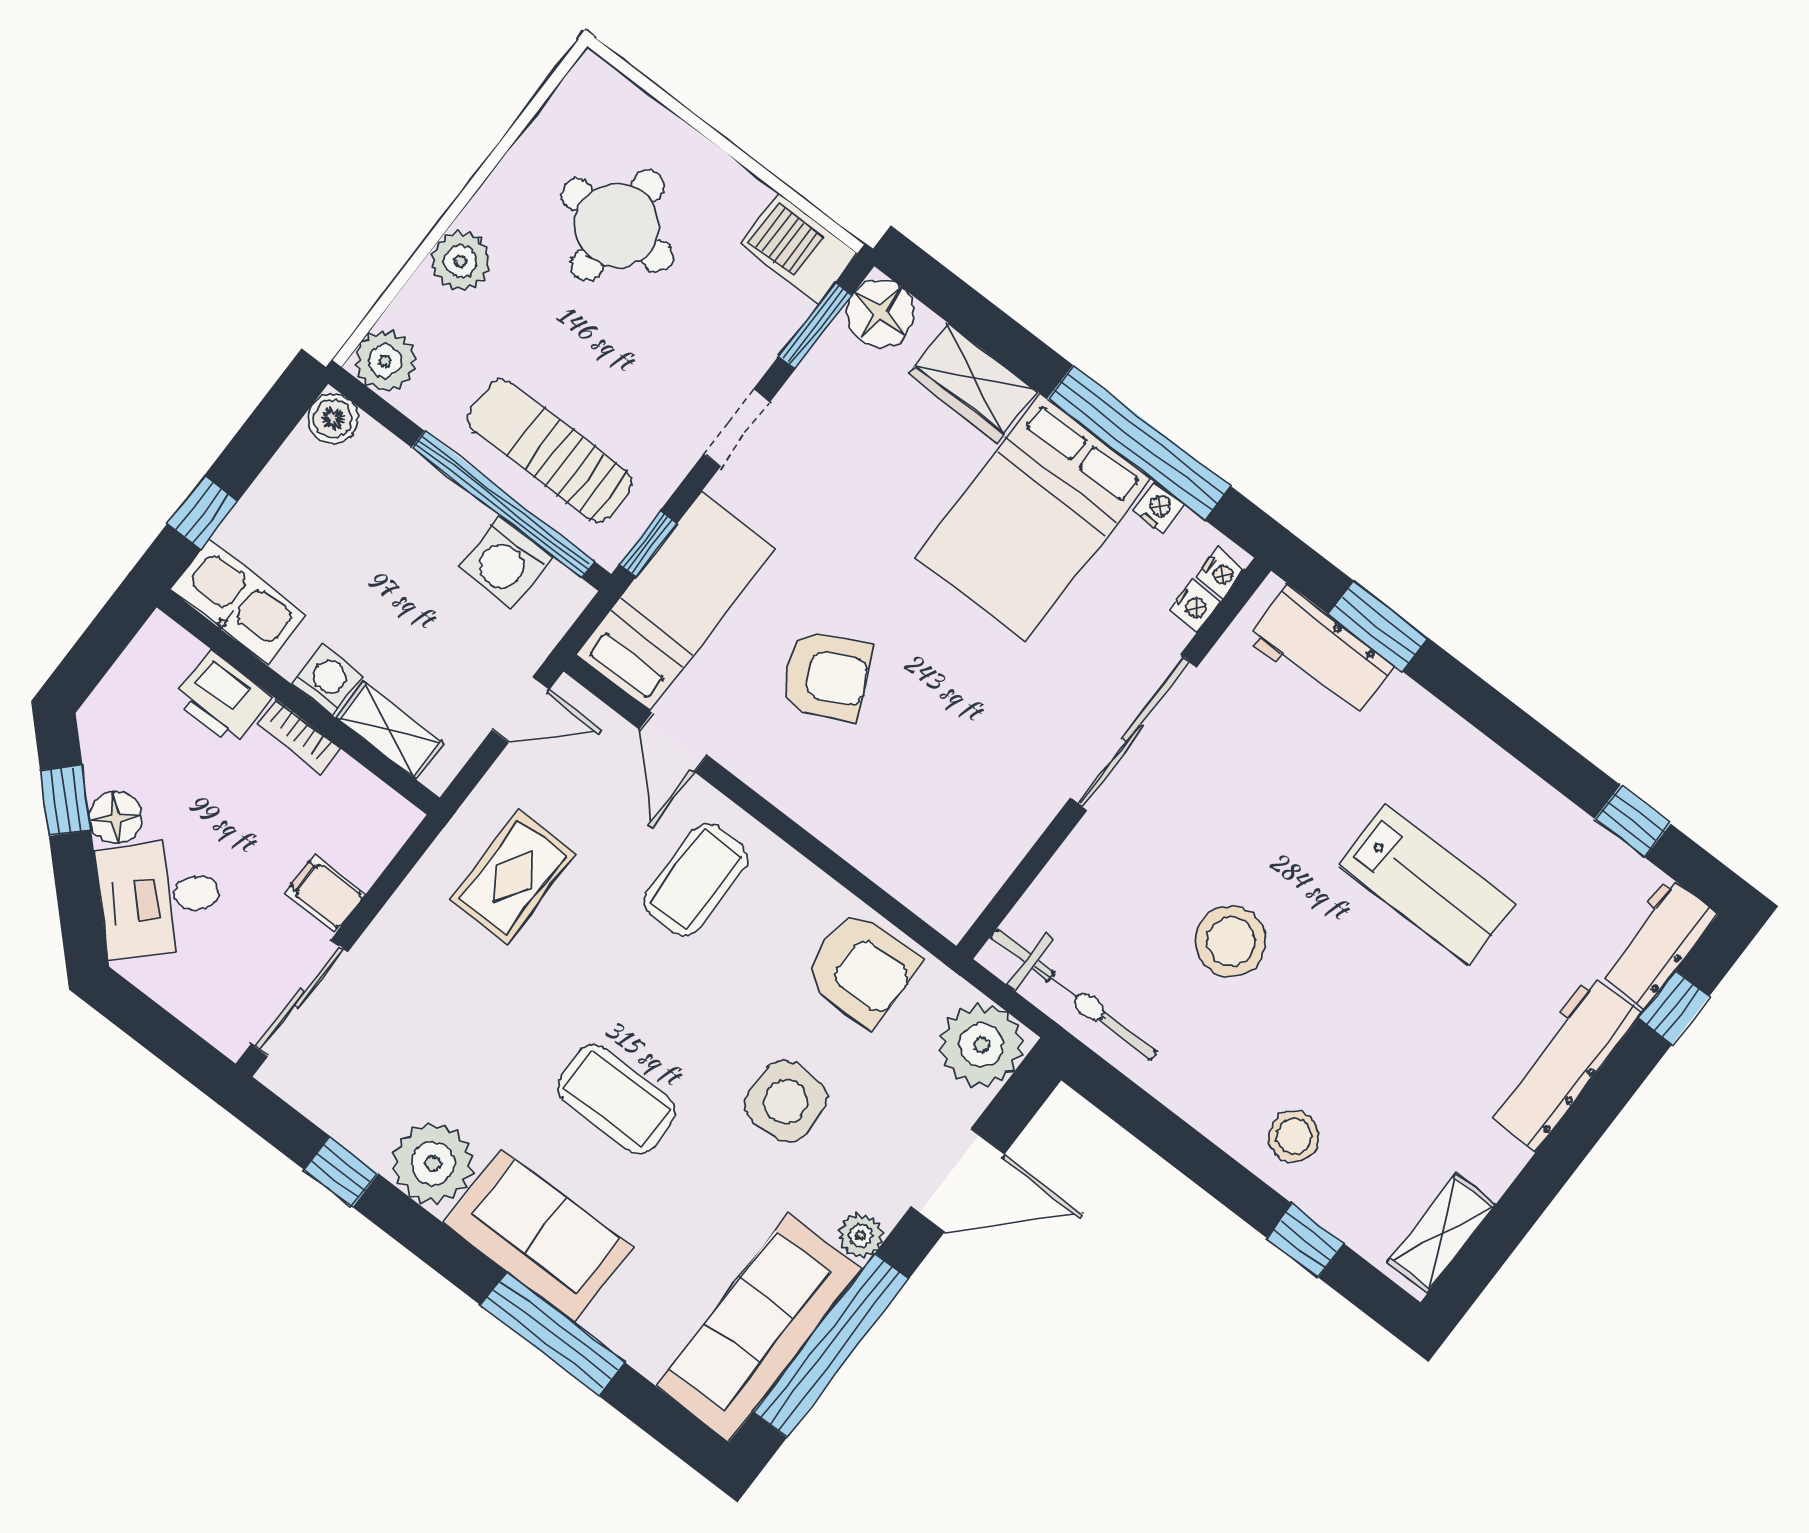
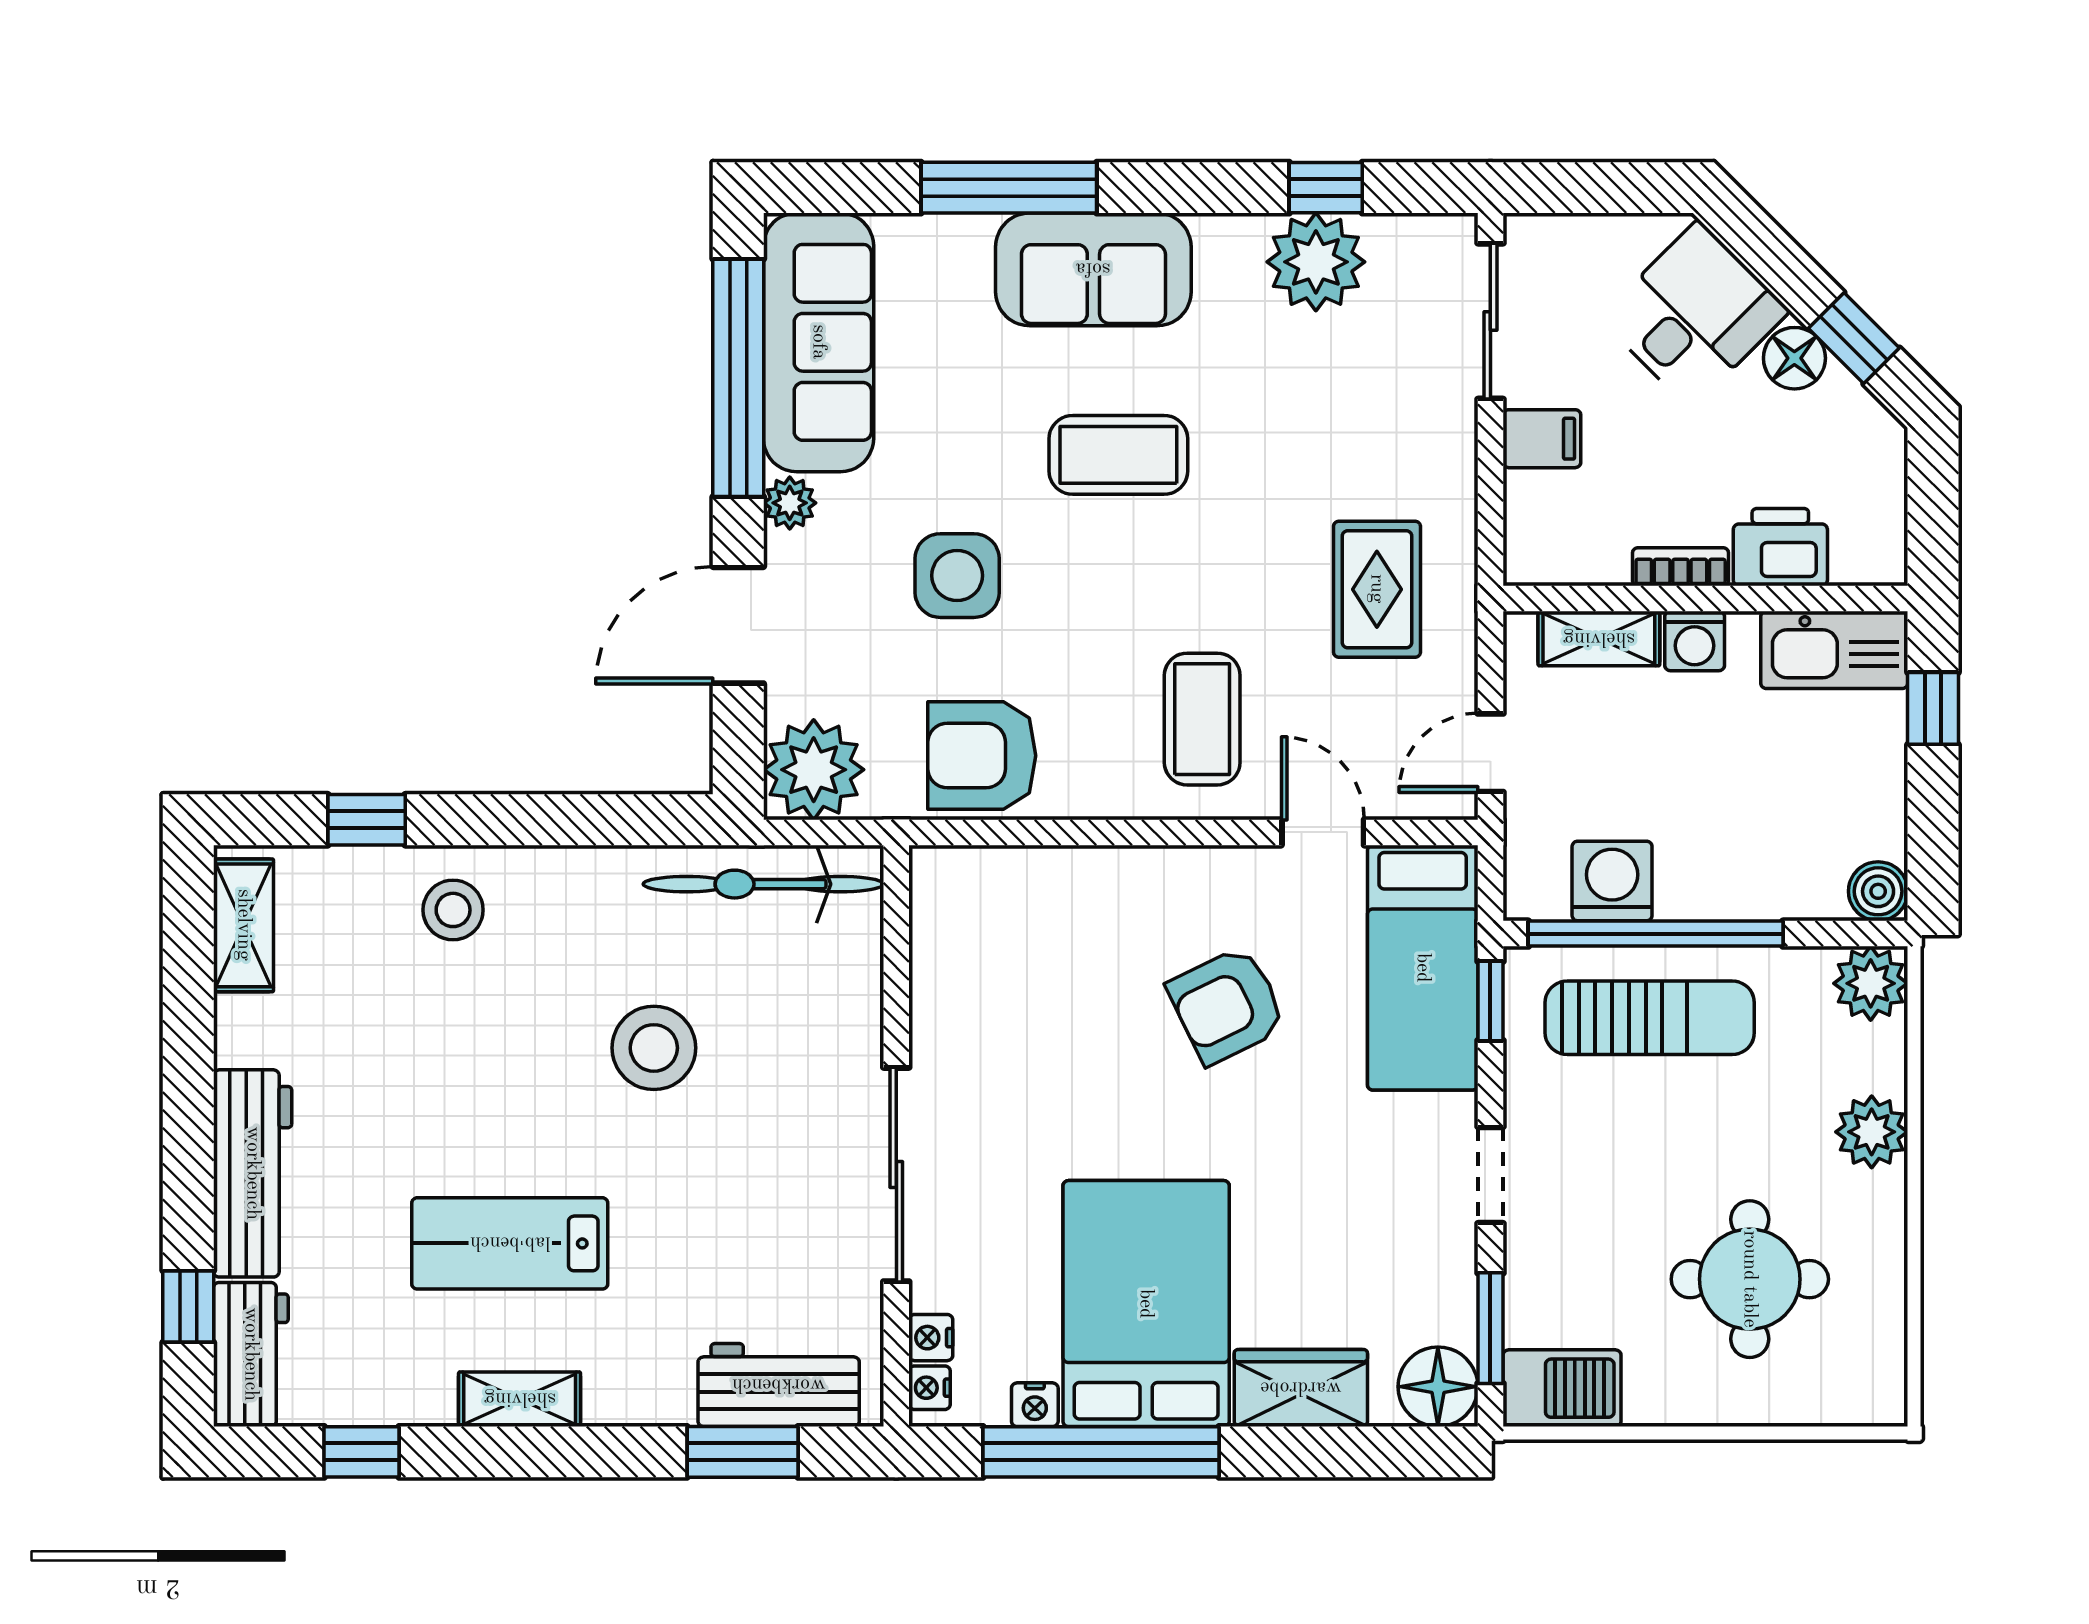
shelving: (1500, 775) -> (520, 1399), added
plant: (433, 1163) -> (1316, 262), moved

